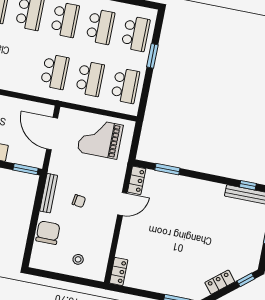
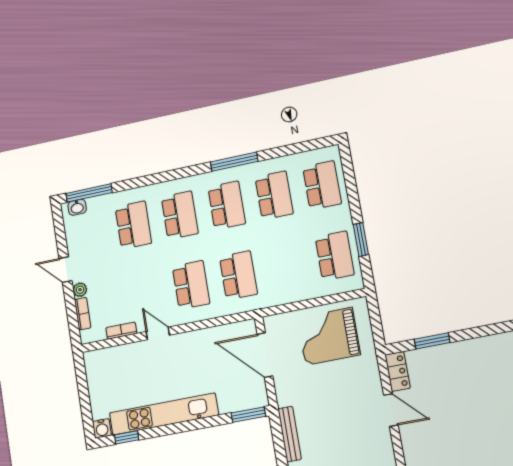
window: (152, 56) -> (361, 240), moved
school desk: (90, 79) -> (191, 285), moved
chair: (79, 201) -> (333, 429), removed
door: (122, 204) -> (391, 410), hinge flipped

